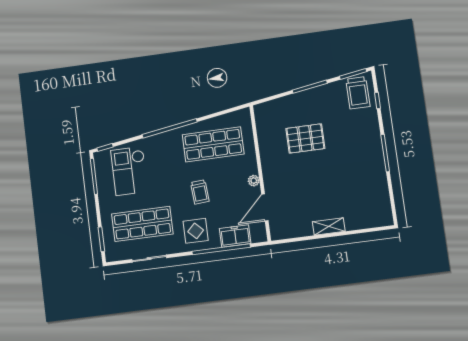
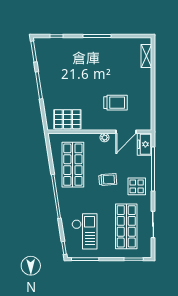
trolley: (358, 93) -> (115, 103), moved
pallet: (305, 138) -> (67, 119), moved, turned 90
checkout: (129, 171) -> (85, 231), turned -90
door: (265, 207) -> (126, 132), hinge flipped
shelving: (329, 226) -> (146, 56), moved
freezer: (235, 236) -> (144, 144), moved

